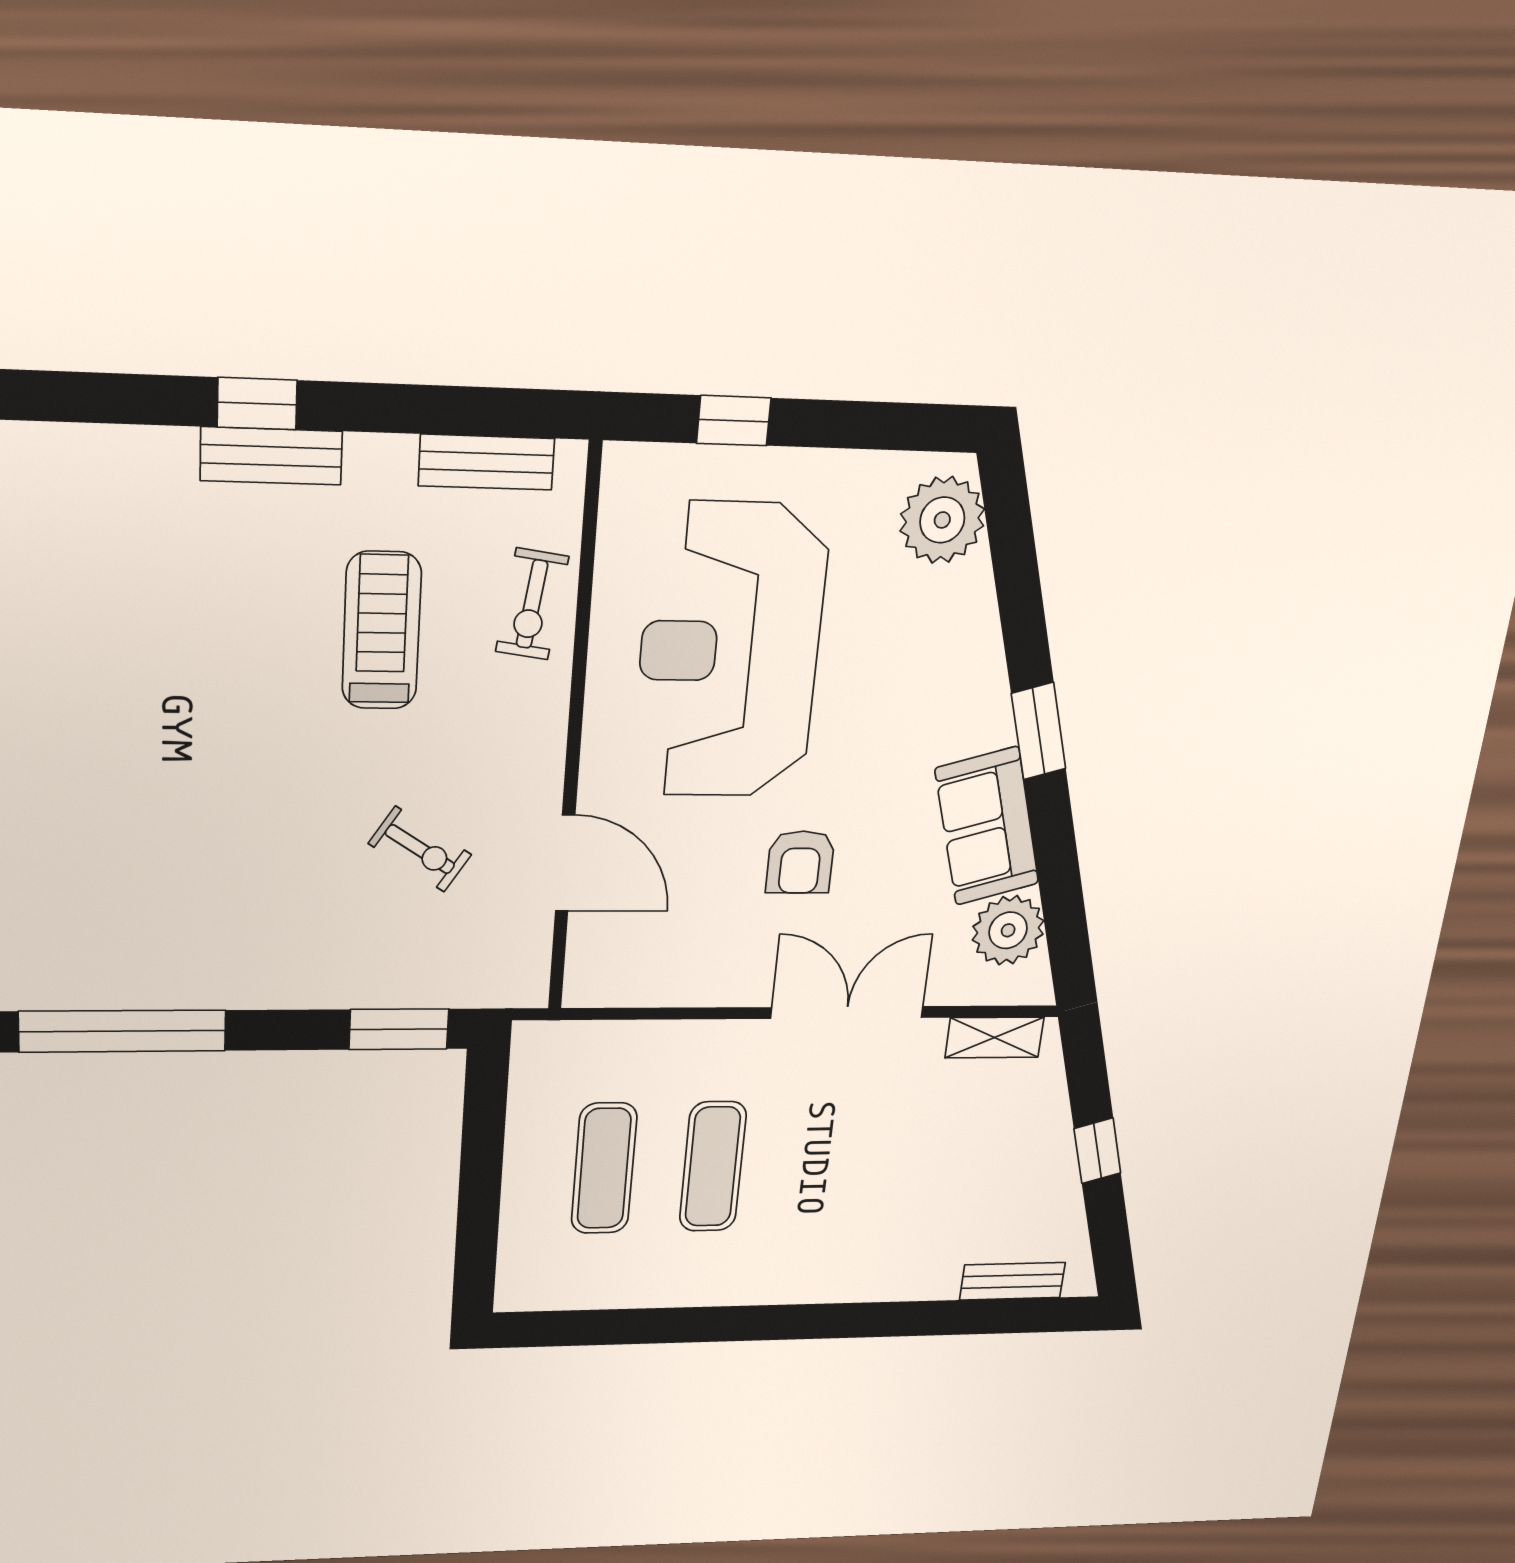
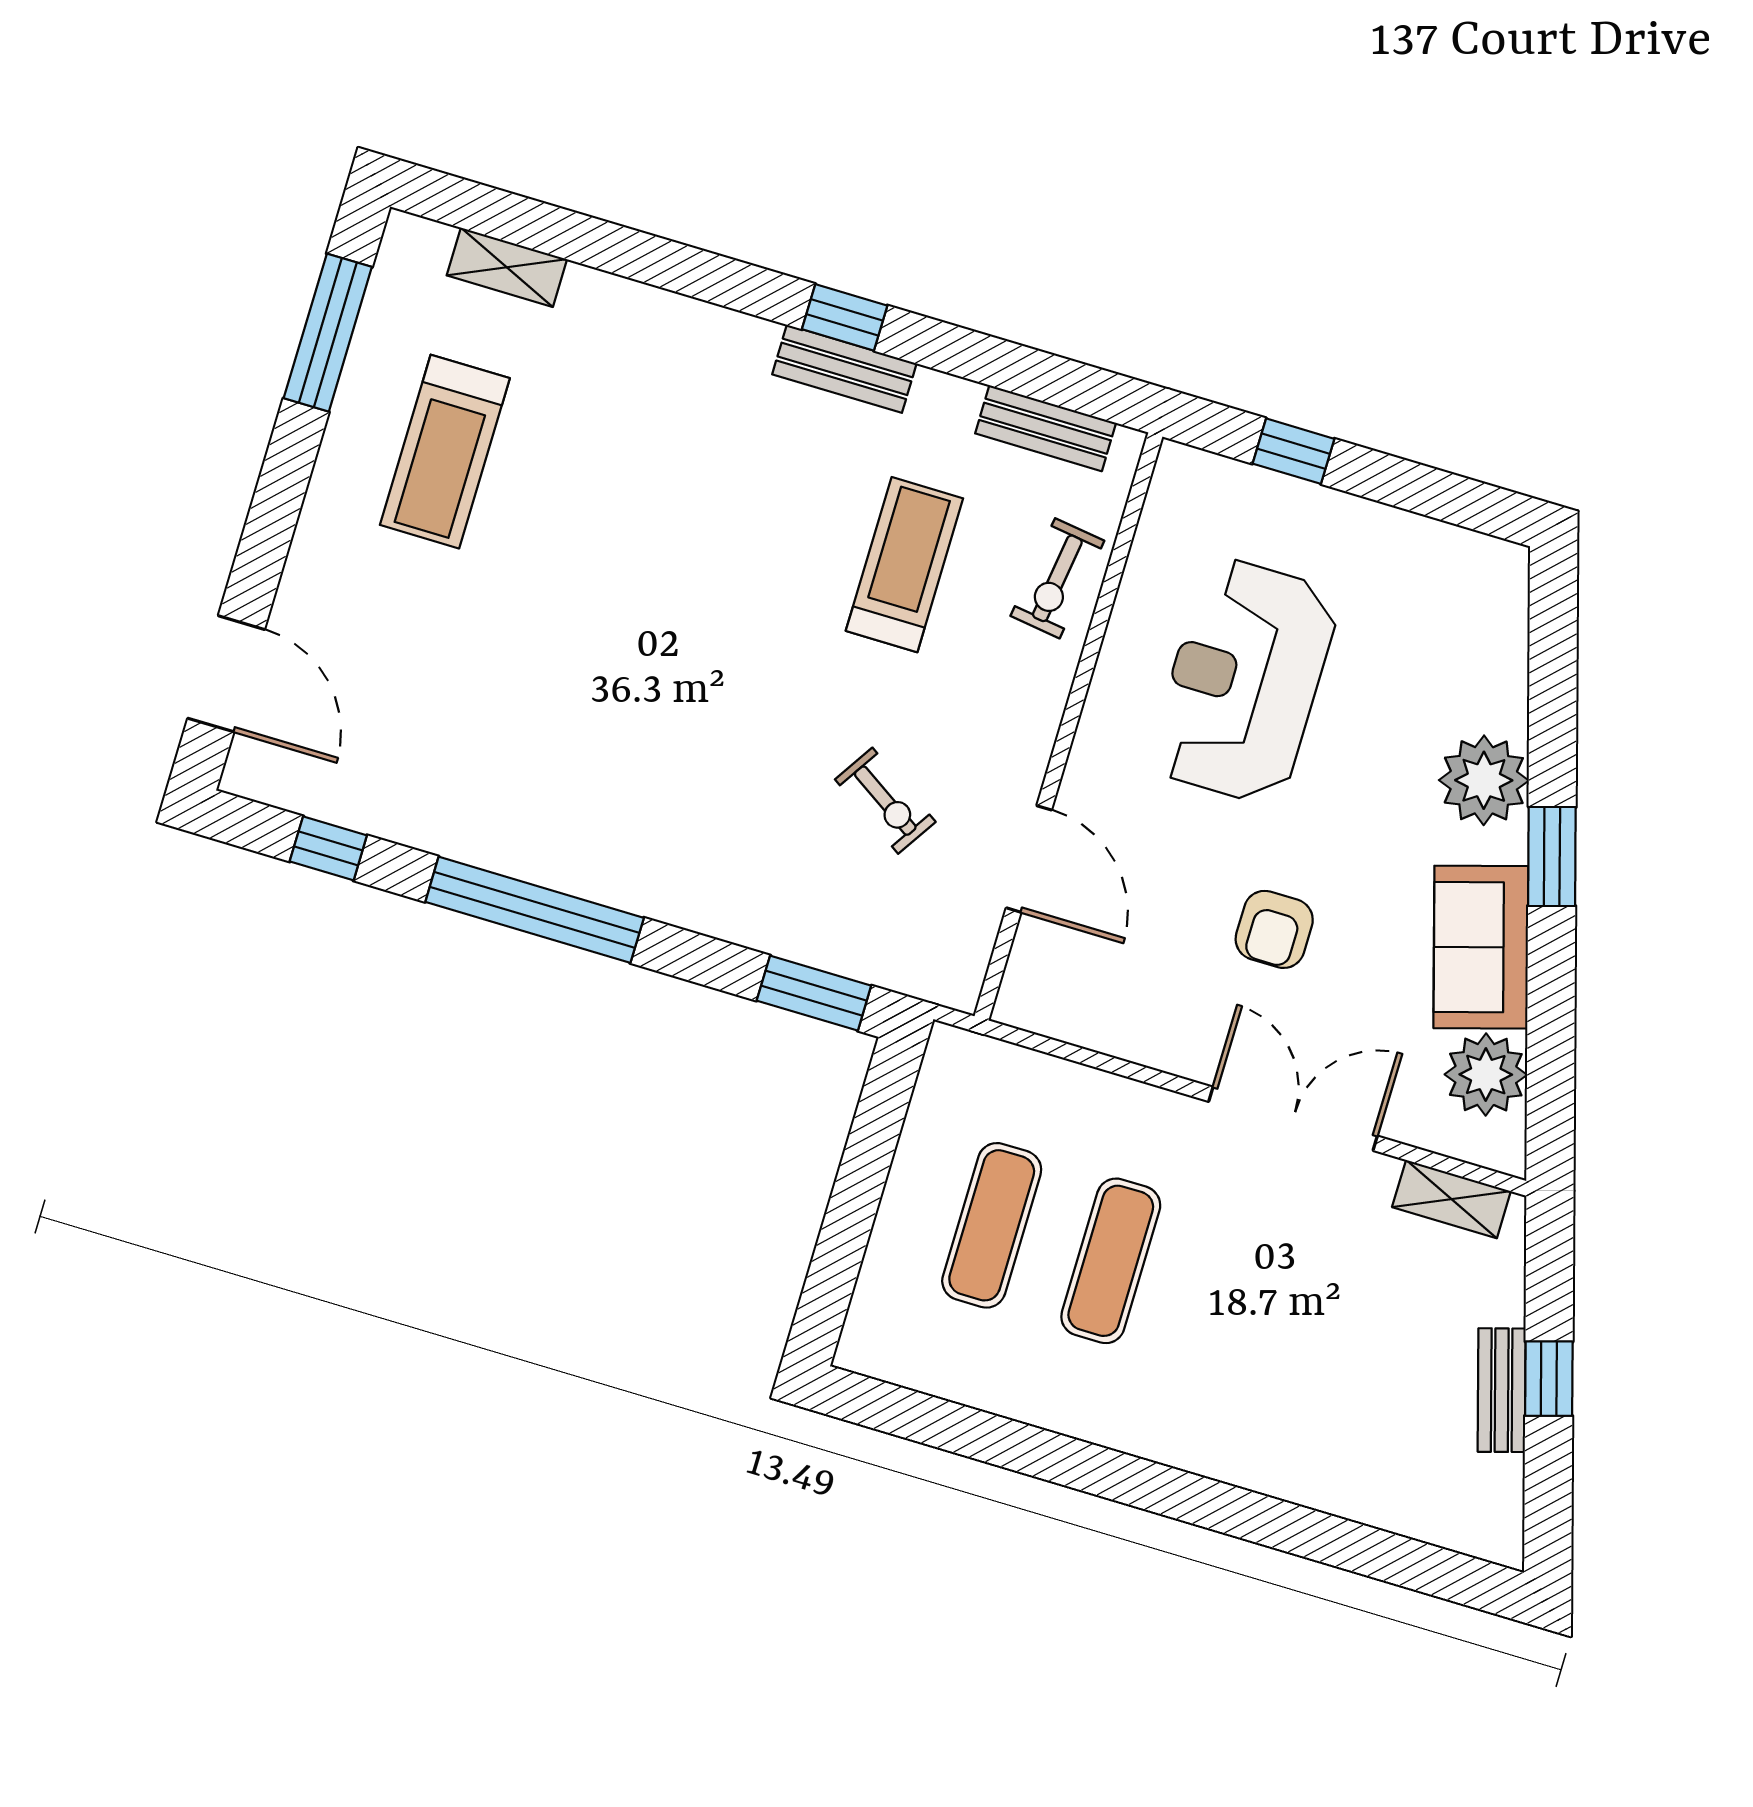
plant: (942, 520) -> (1484, 780), moved
reception desk: (730, 652) -> (1244, 681), width x0.74, depth x0.77
bench: (1012, 1281) -> (1502, 1390), moved, turned 74

